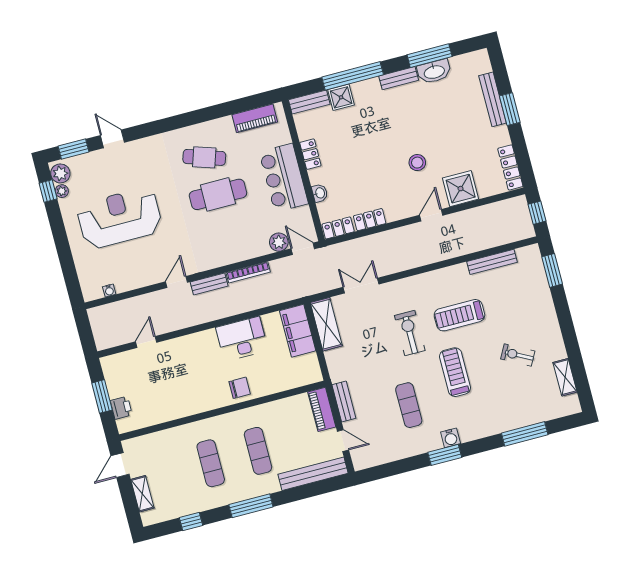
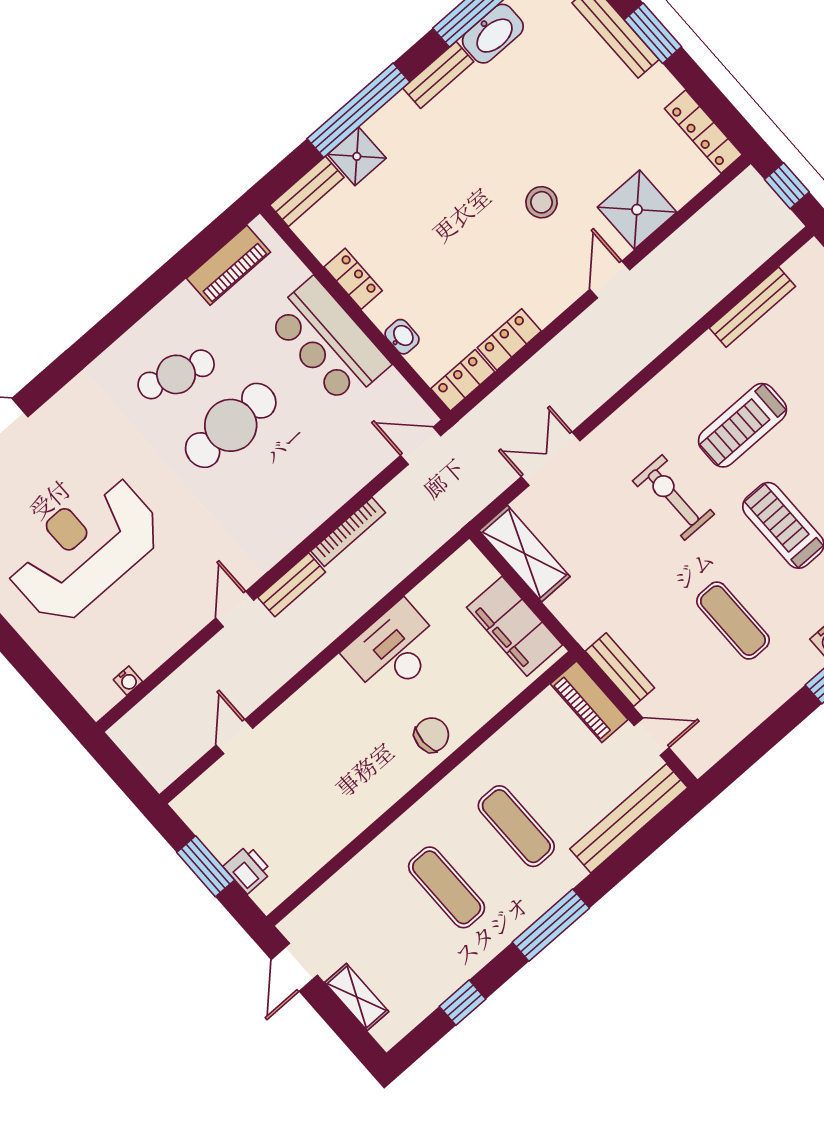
plant: (279, 242) -> (374, 455), removed
filing cabinet: (298, 331) -> (514, 626), moved

